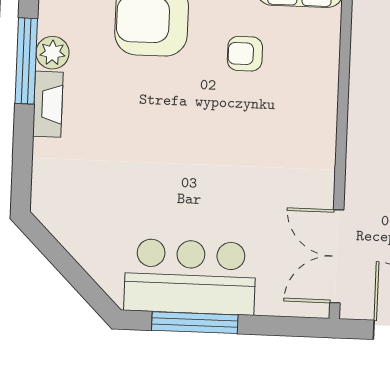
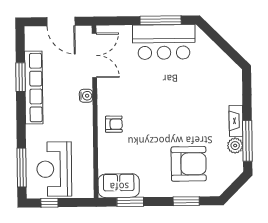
armchair: (245, 54) -> (114, 124), moved
water cooler: (359, 173) -> (86, 96), added

